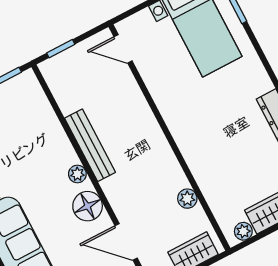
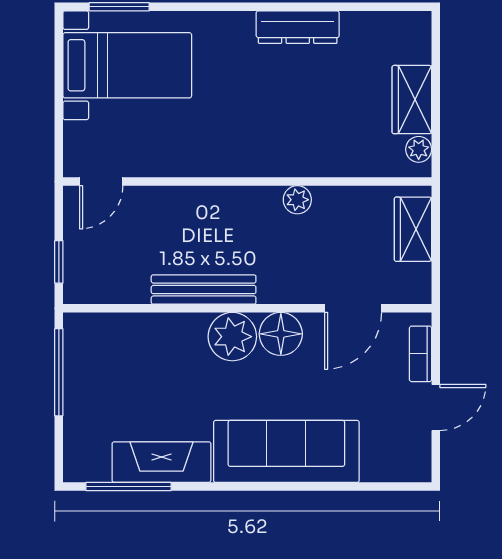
plant: (77, 174) -> (232, 337), width x1.87, depth x1.87
plant: (187, 199) -> (297, 200), moved

